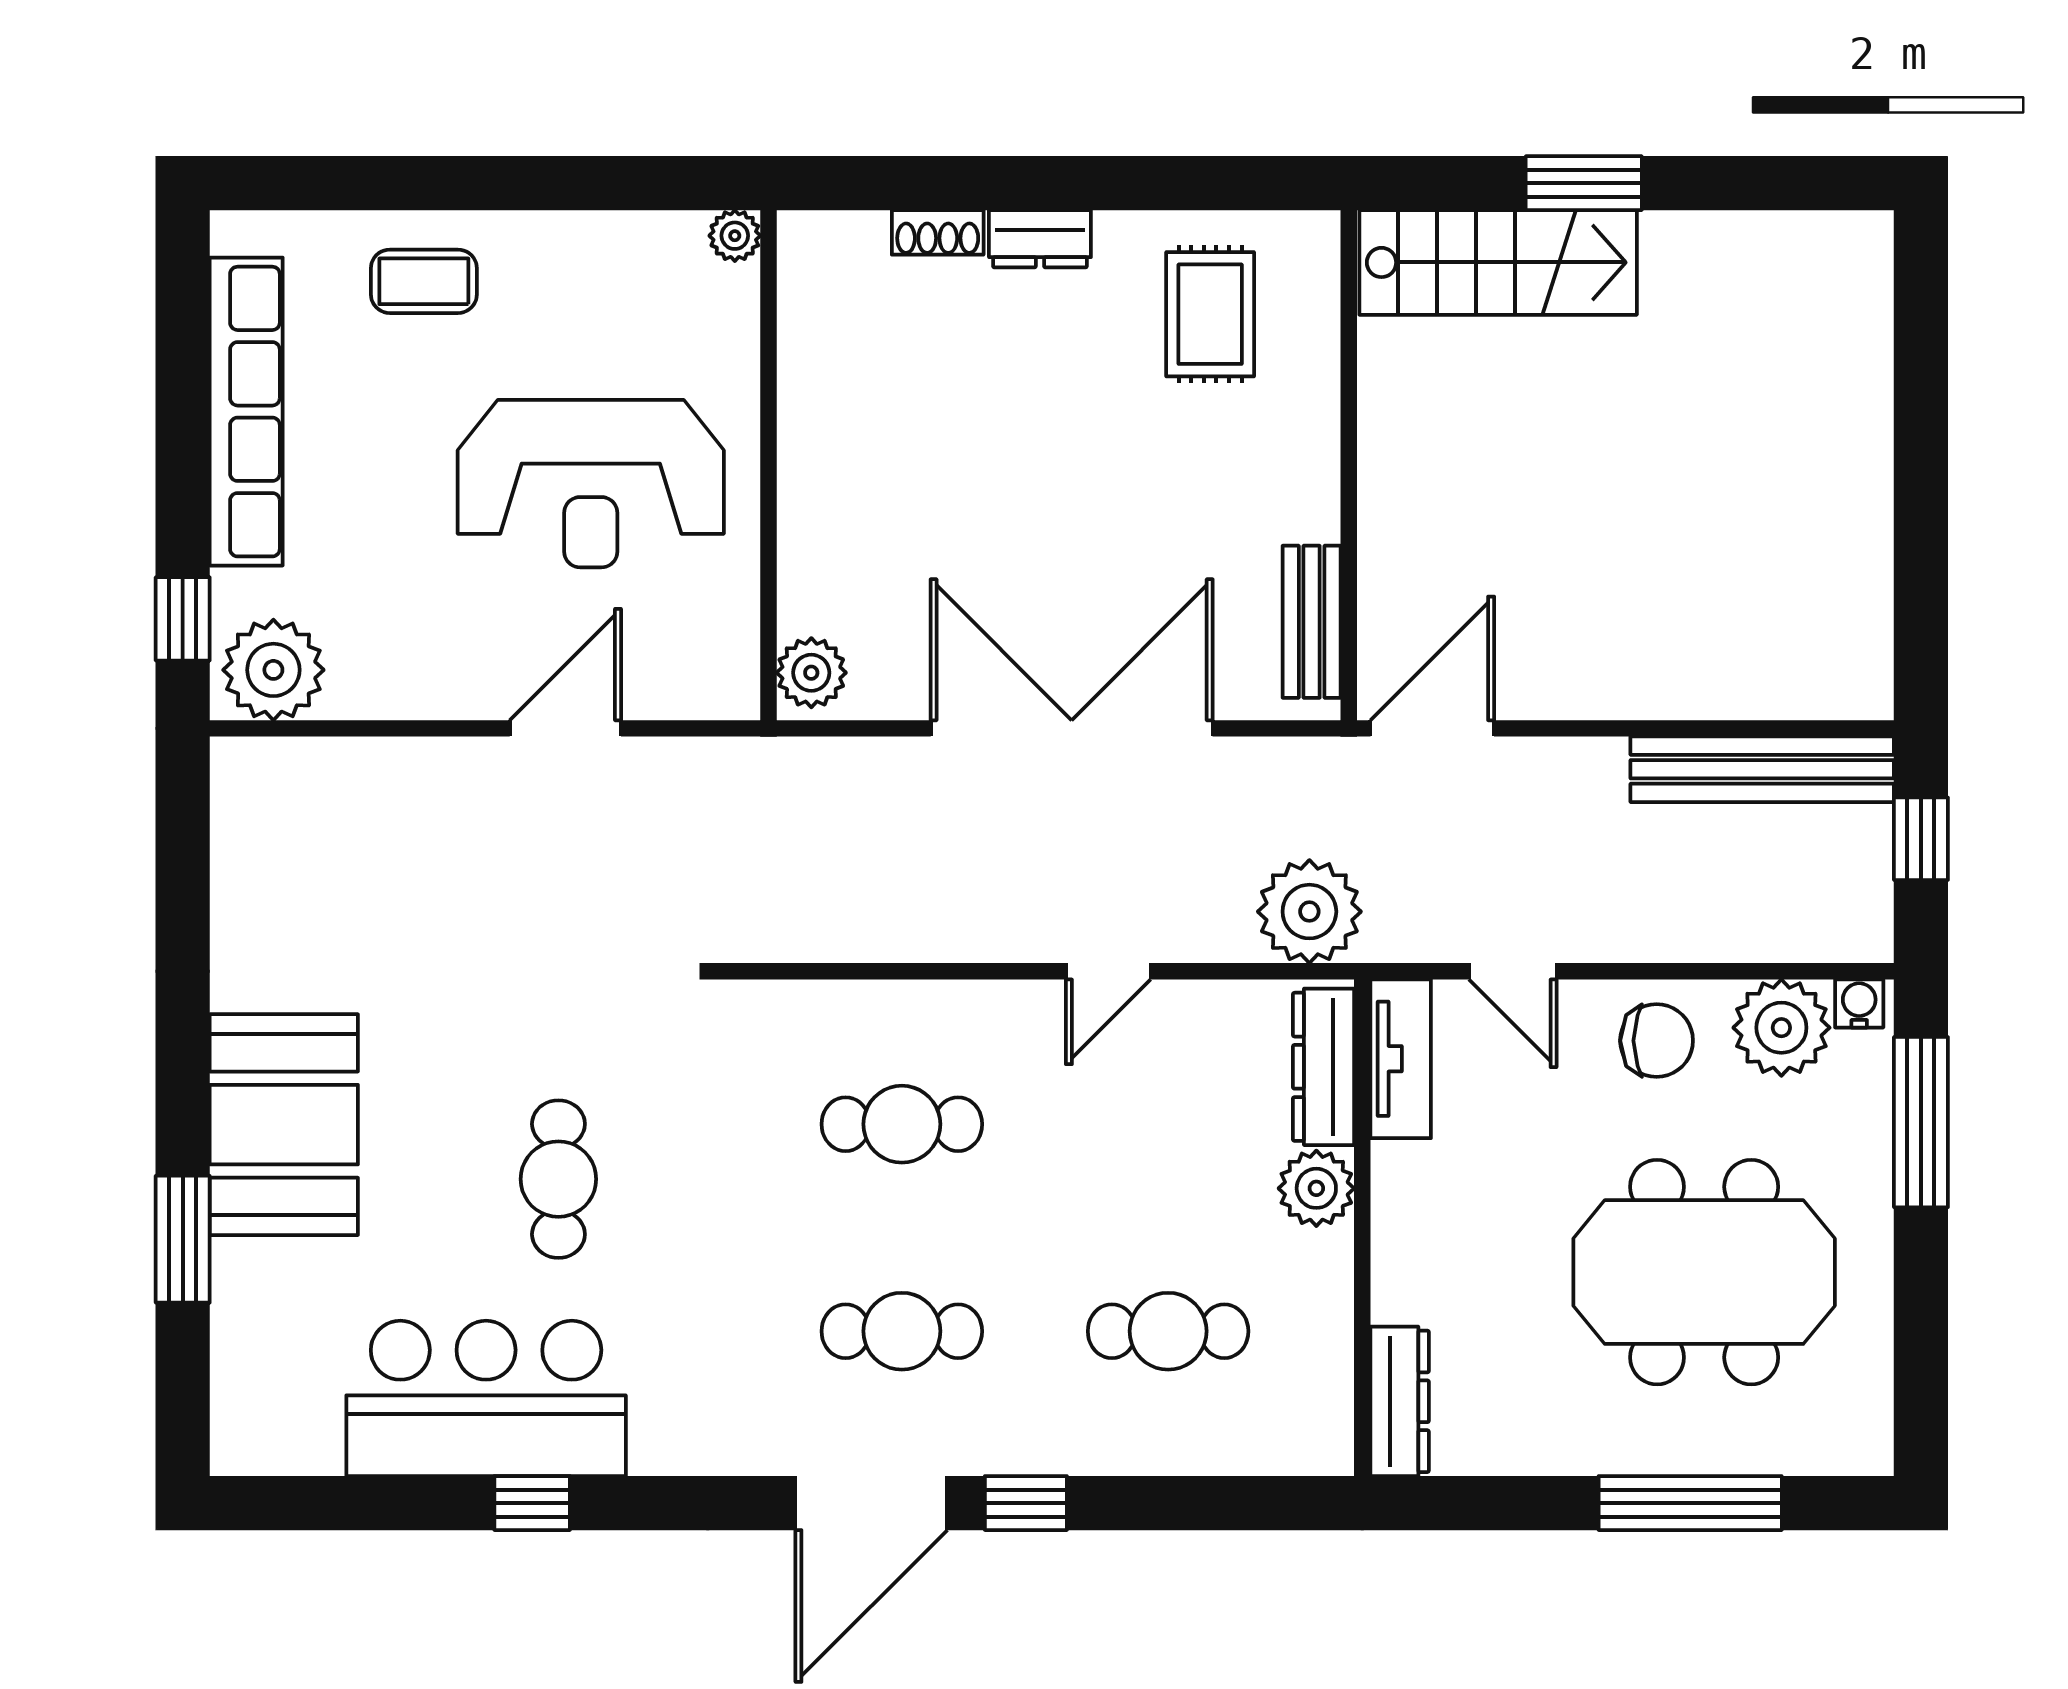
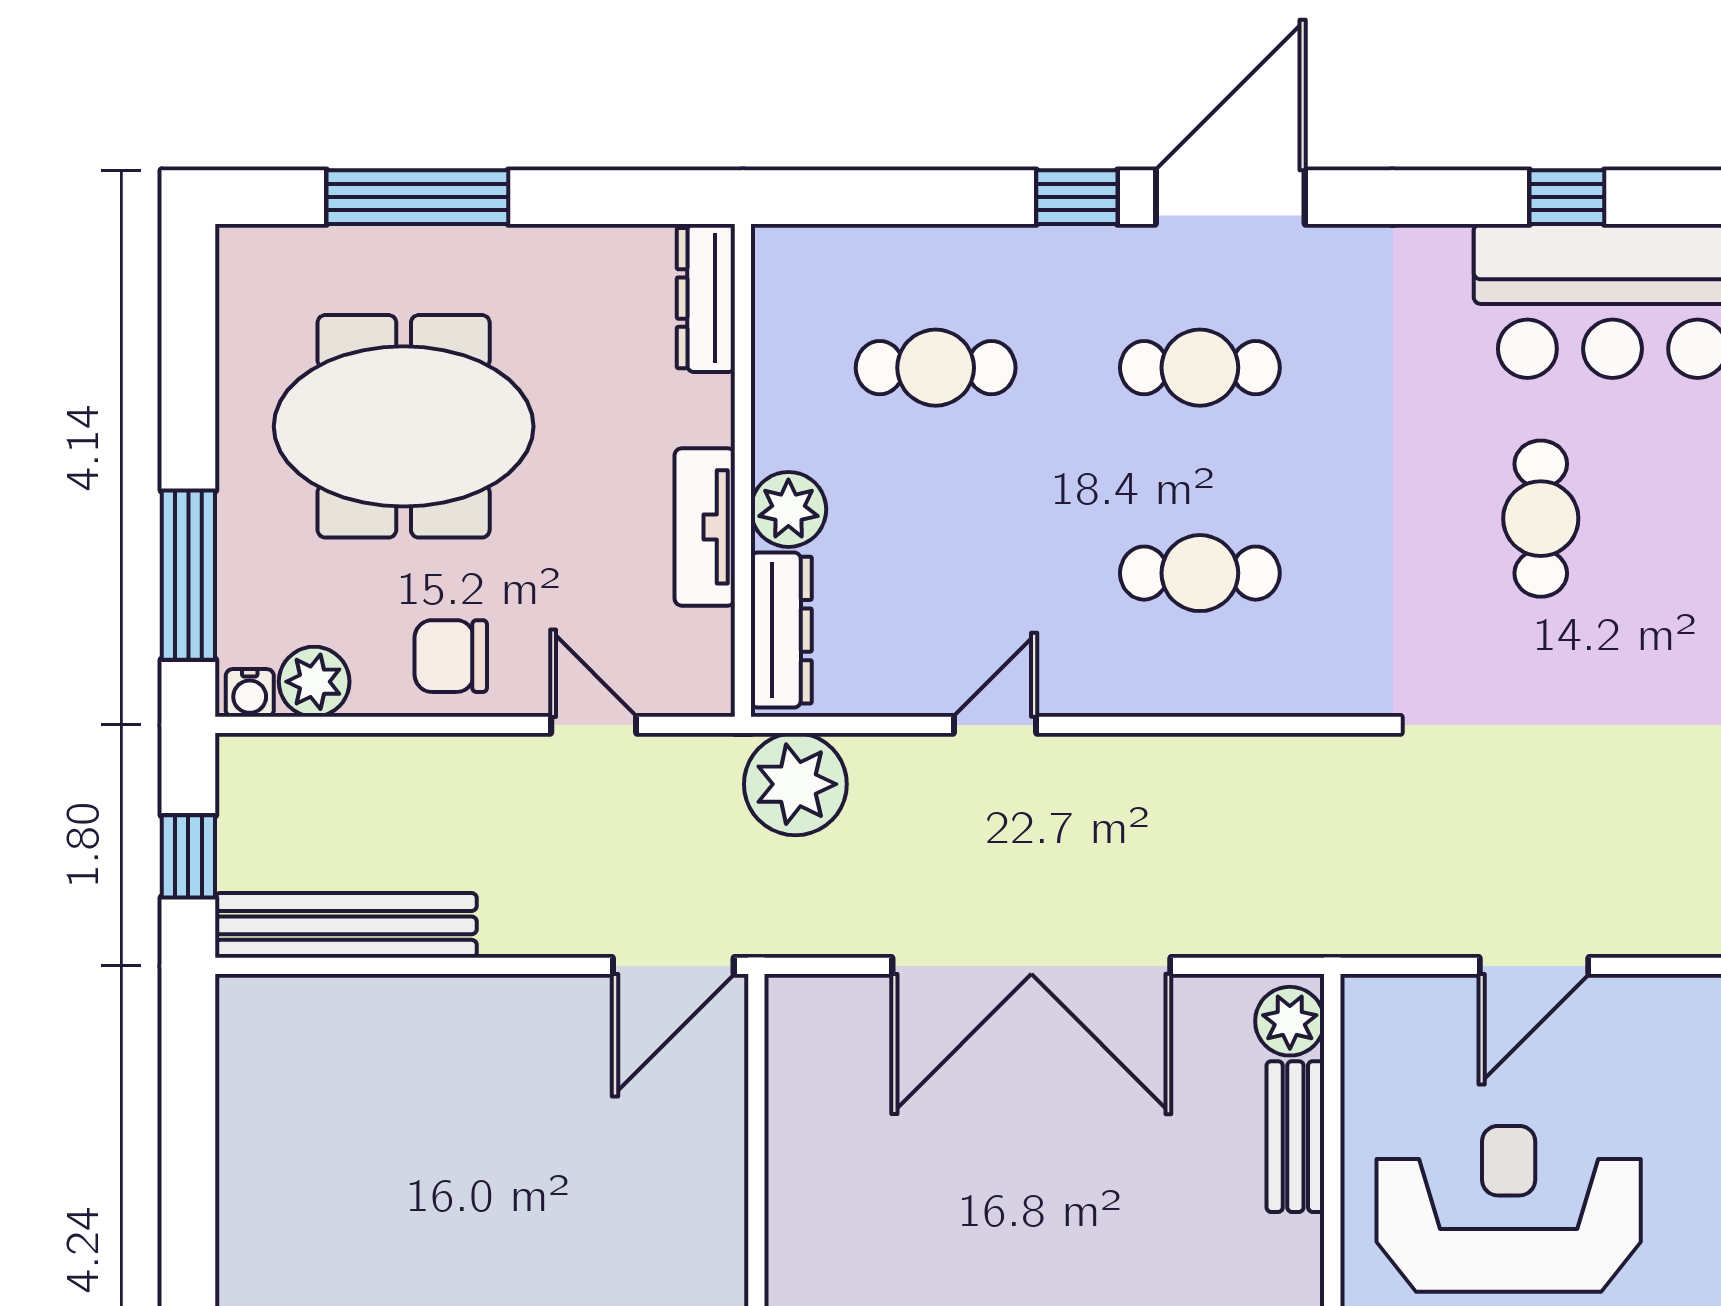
bench: (1312, 622) -> (1295, 1137), moved
plant: (1781, 1028) -> (314, 682), width x0.73, depth x0.73
tv unit: (1401, 1059) -> (705, 527), moved

